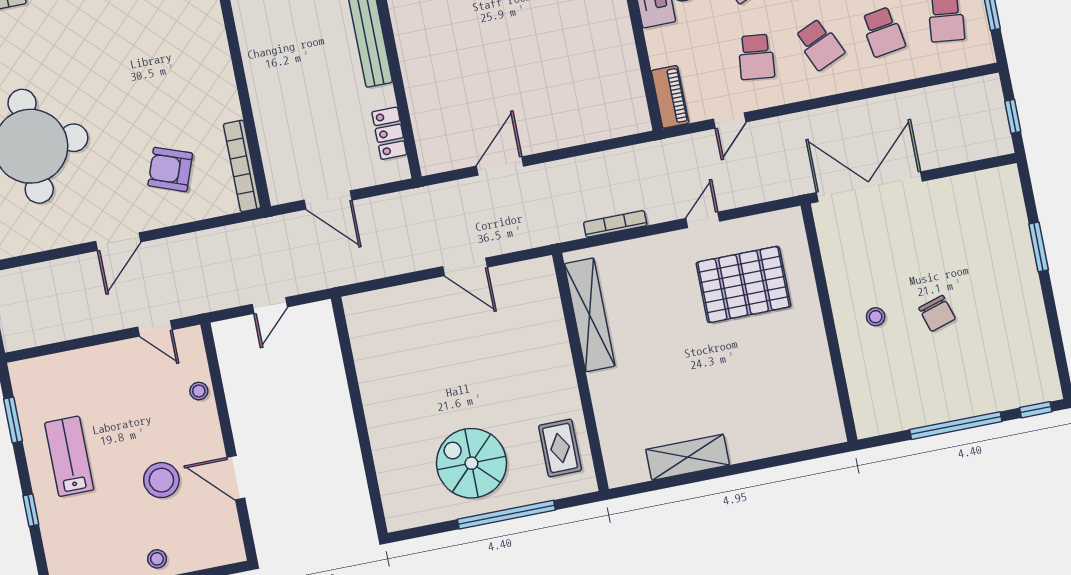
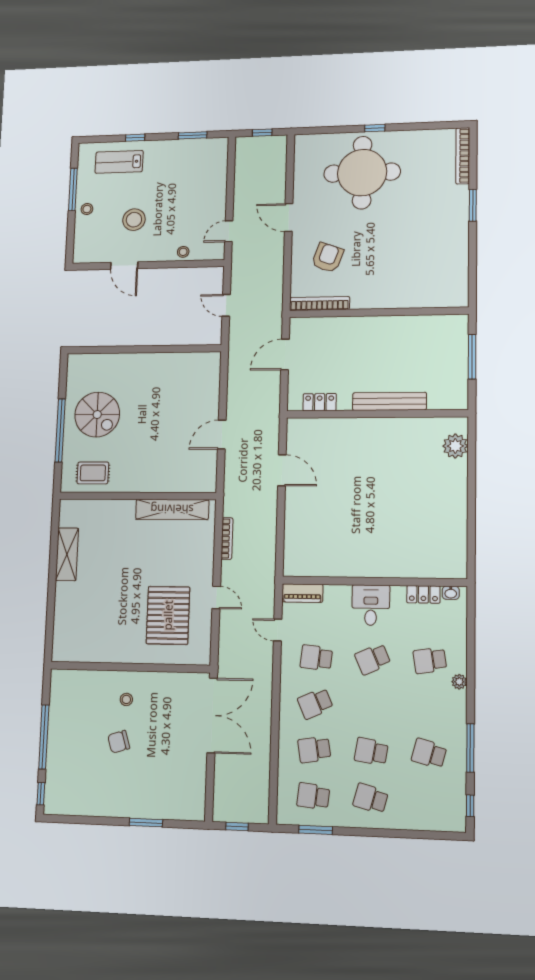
lab bench: (69, 456) -> (119, 162), moved, turned 180
spiral stairs: (471, 463) -> (97, 415), turned 90
door: (236, 478) -> (124, 266), swing flipped

